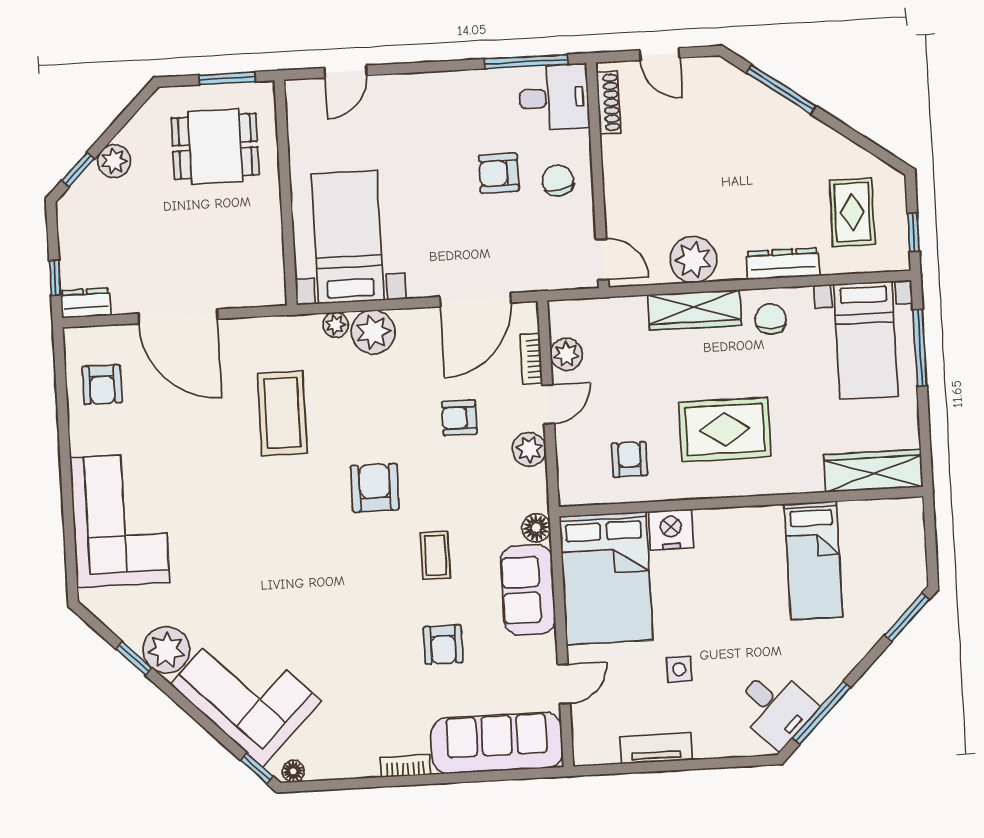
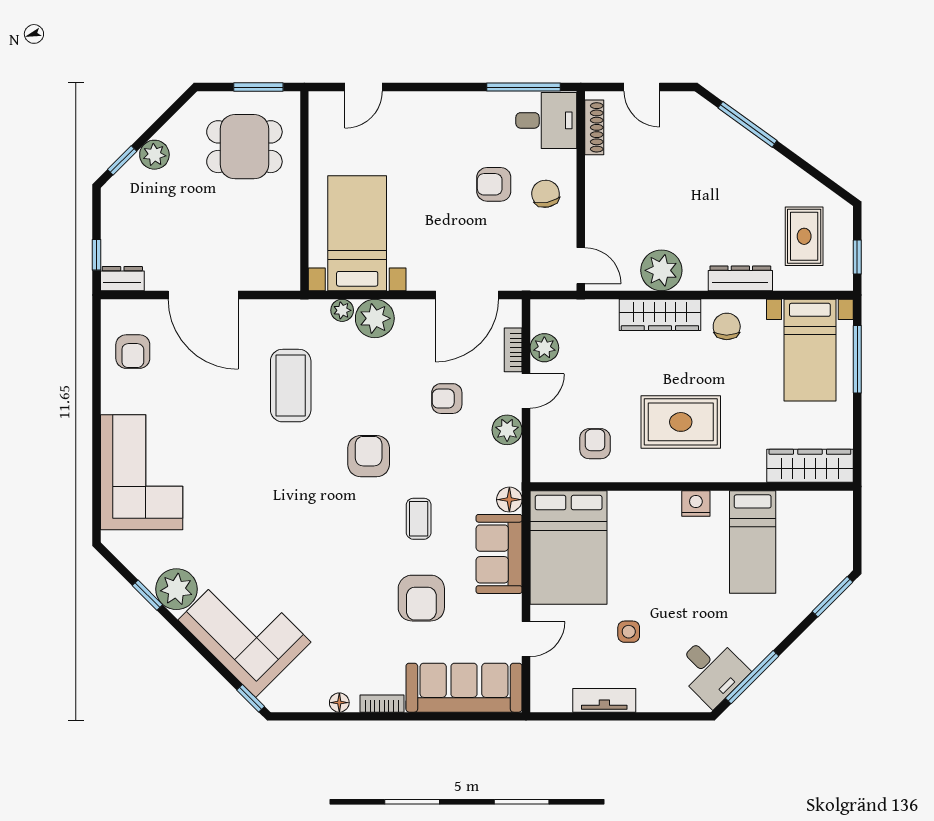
nightstand: (671, 530) -> (696, 504), moved, width x0.74, depth x0.75
armchair: (443, 645) -> (421, 598), width x1.38, depth x1.38
floor lamp: (293, 771) -> (339, 703), moved

